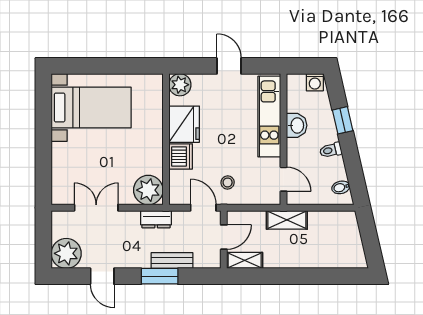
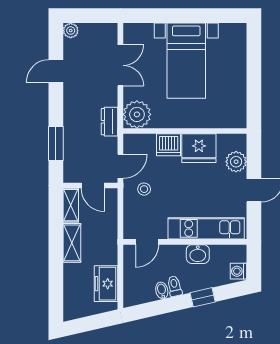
plant: (180, 85) -> (236, 162), moved
bed with nightstands: (91, 107) -> (186, 61), moved
bidet: (341, 187) -> (162, 290), moved
shelving: (287, 220) -> (72, 243), moved
freezer: (328, 223) -> (106, 284), added
plant: (66, 253) -> (71, 31), width x0.53, depth x0.53
bench: (172, 261) -> (71, 137), removed
window: (160, 276) -> (56, 144), moved

